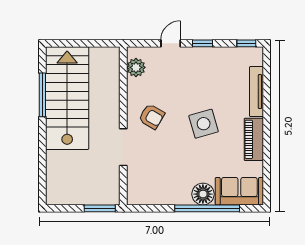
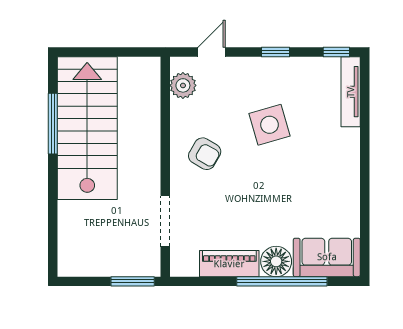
door: (171, 43) -> (212, 52), moved
tv unit: (257, 92) -> (351, 92), moved
side table: (204, 124) -> (269, 125), moved
piano: (254, 139) -> (229, 264), moved, turned 90
doorway: (123, 147) -> (165, 221), moved

